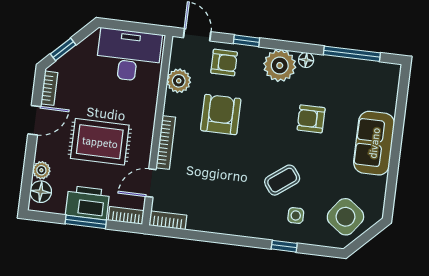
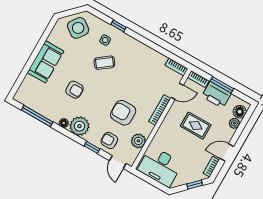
armchair: (221, 115) -> (123, 113), turned 90
rug: (100, 142) -> (196, 126), width x0.73, depth x0.70

